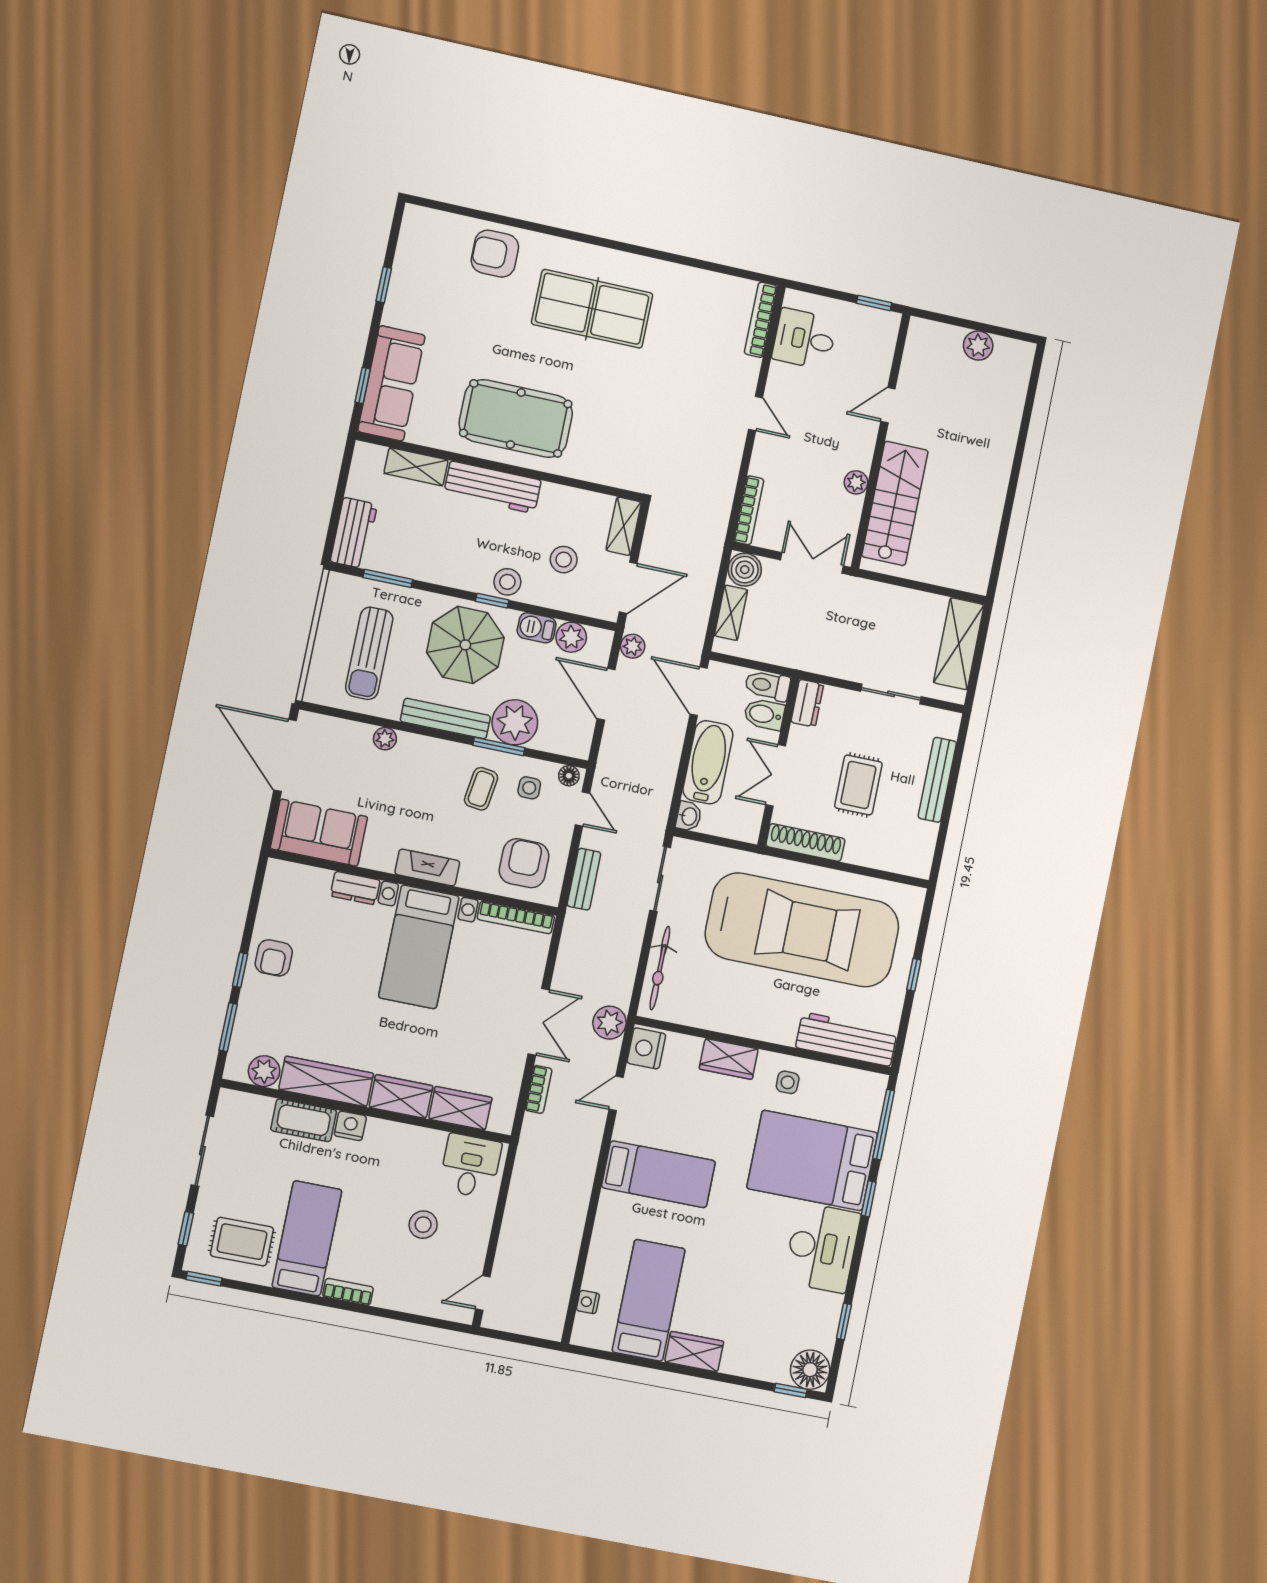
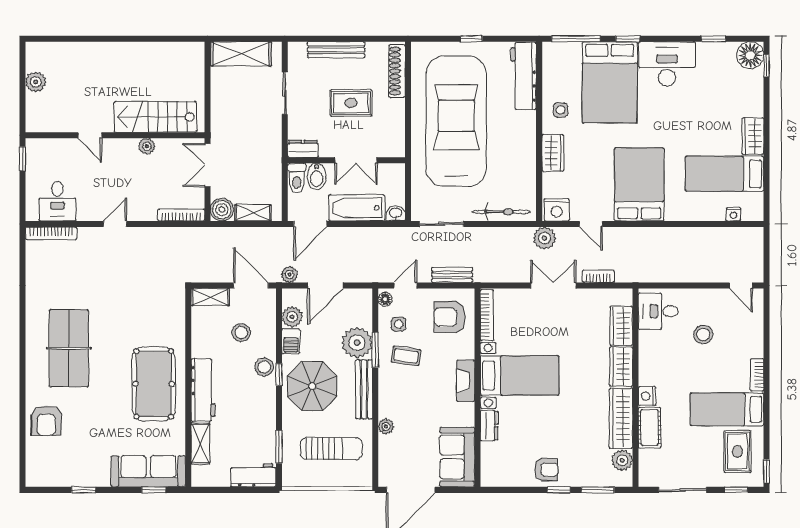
shoe rack: (805, 842) -> (397, 71), moved
bed: (658, 1174) -> (639, 184), width x1.50

